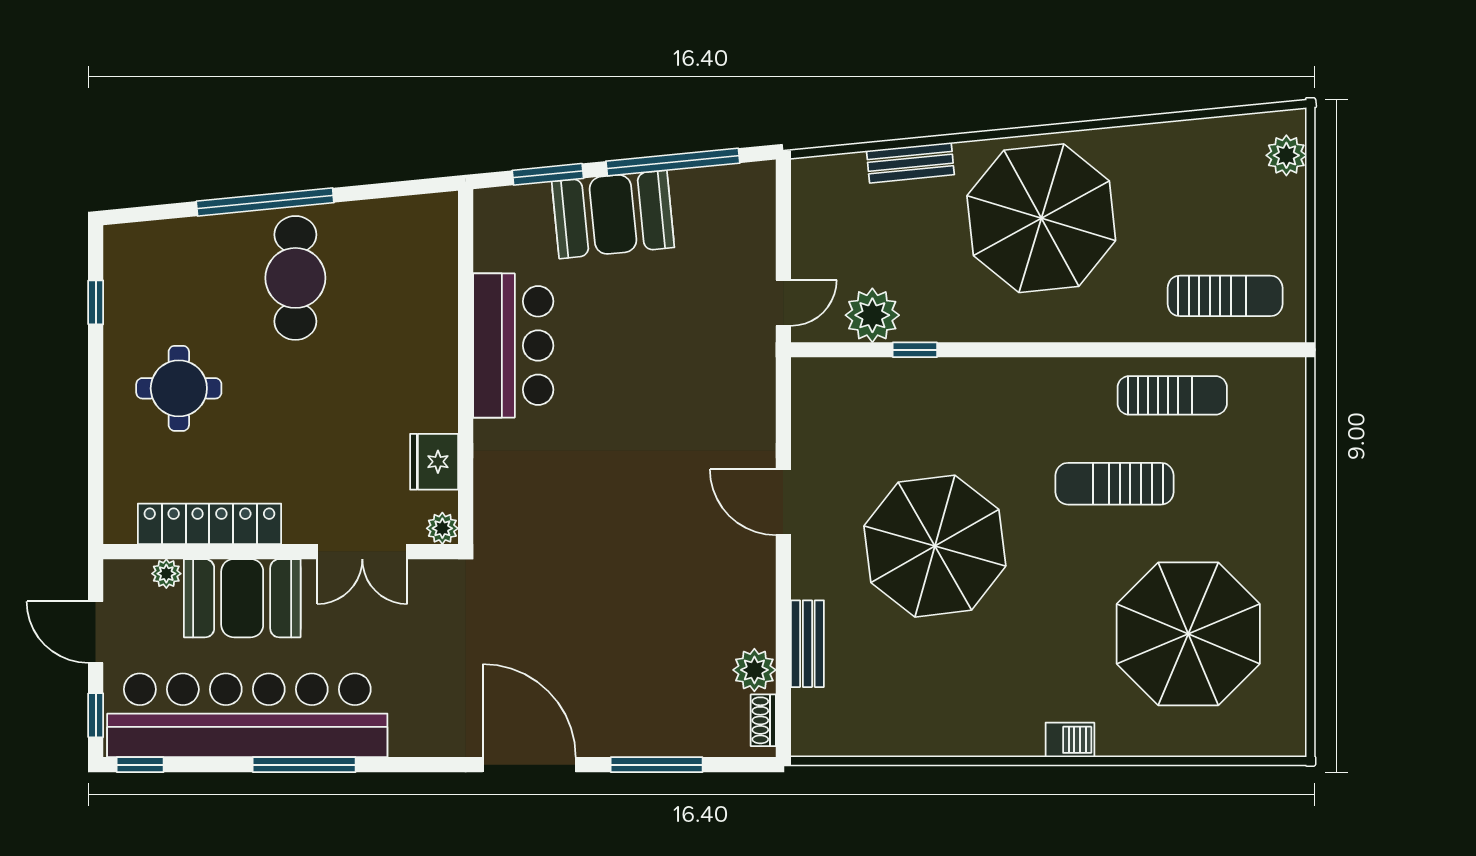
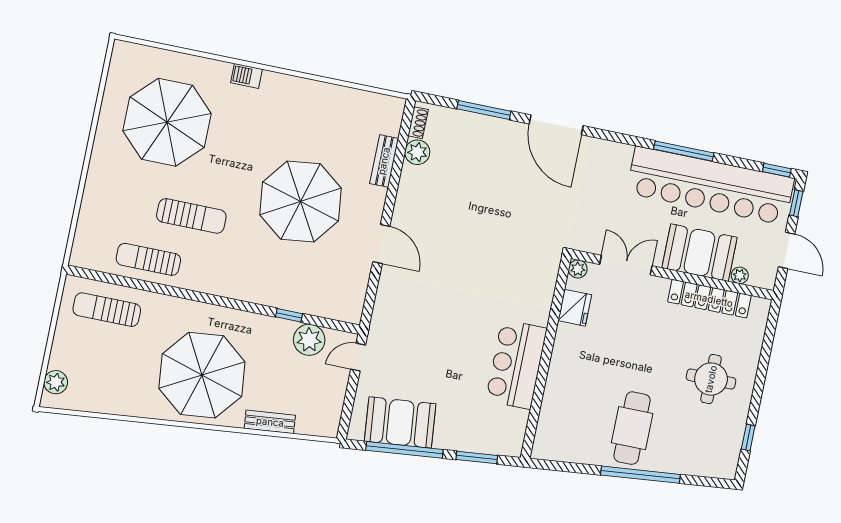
booth: (613, 214) -> (400, 422), moved

